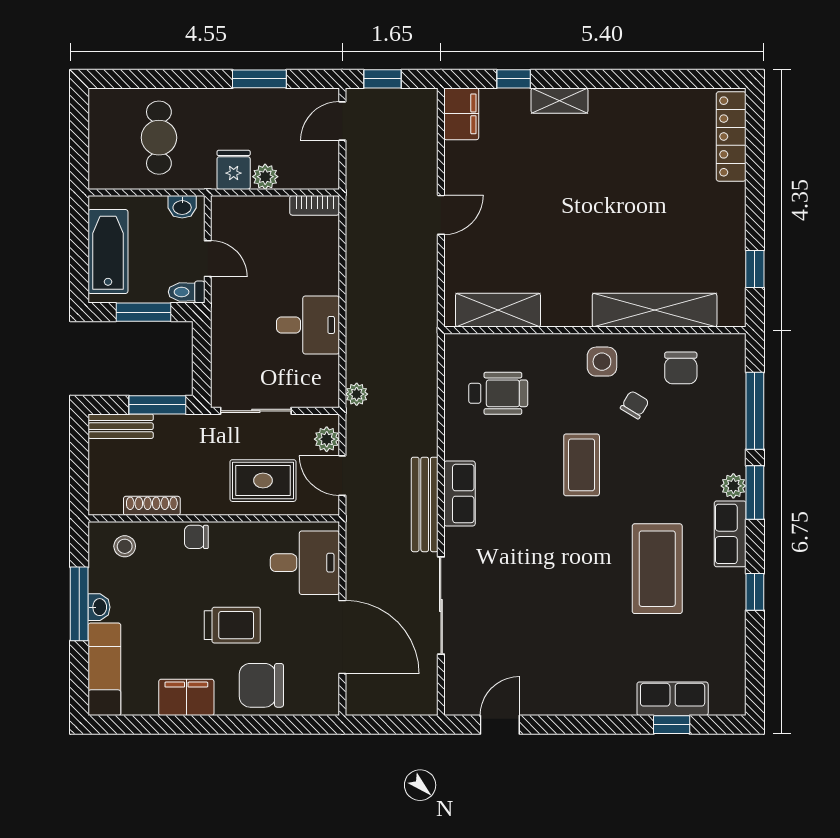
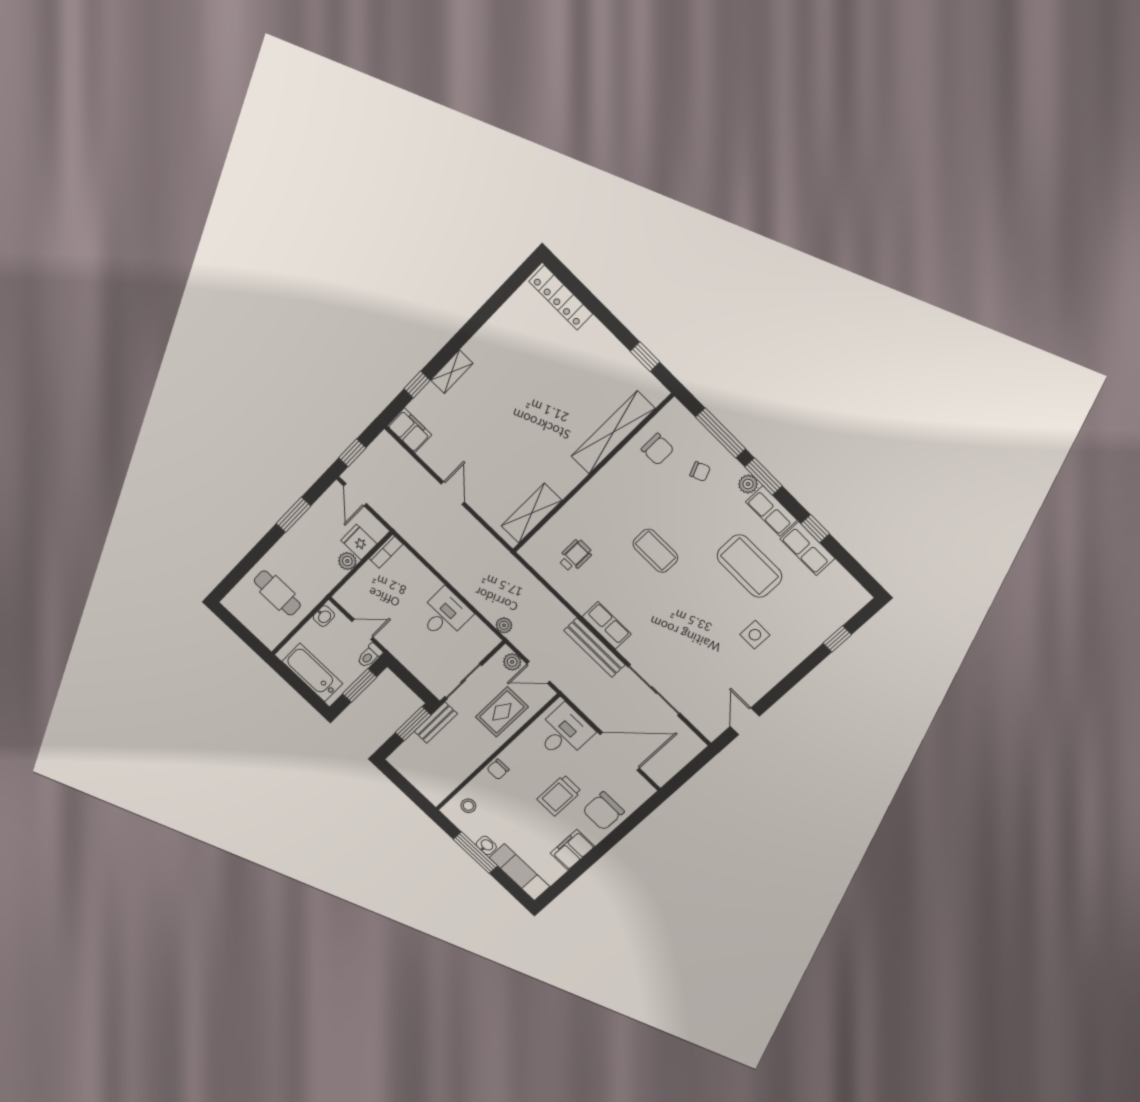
fridge: (234, 170) -> (359, 542), moved
side table: (602, 362) -> (755, 635), moved
wheelchair: (498, 393) -> (575, 556), width x0.73, depth x0.73
chair: (635, 405) -> (700, 472), moved, turned 126
bench: (121, 426) -> (436, 723), moved
shoe rack: (152, 506) -> (461, 775), removed
trolley: (232, 625) -> (559, 795), turned 180
row of seats: (673, 699) -> (807, 549), moved, turned -90

